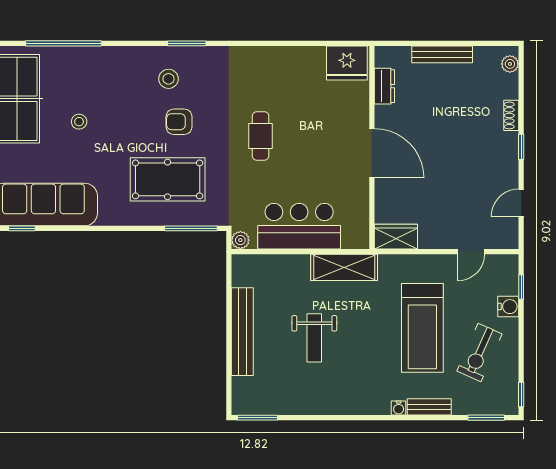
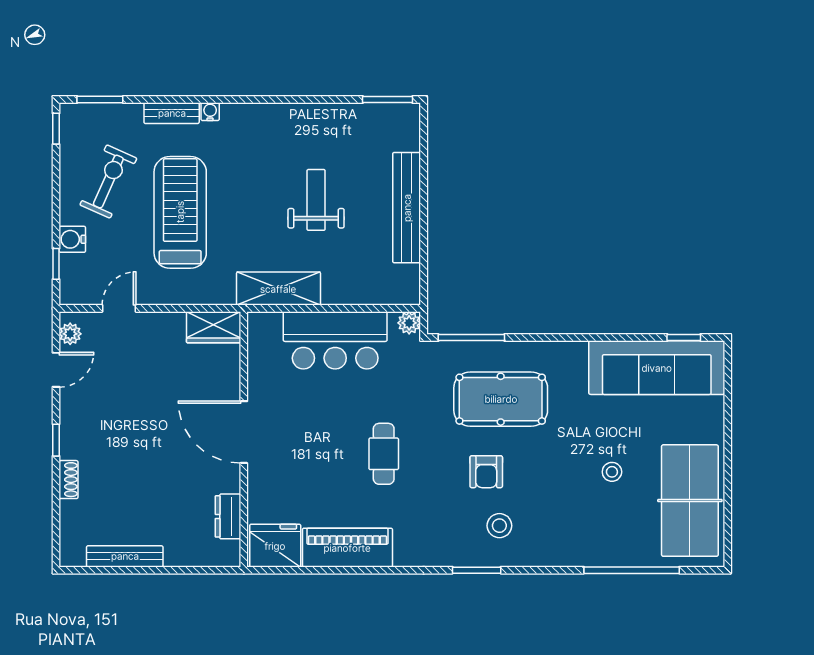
bench: (442, 54) -> (125, 556), moved
piano: (289, 61) -> (347, 548), added
plant: (510, 64) -> (70, 334), moved
armchair: (179, 122) -> (486, 472), turned 90

